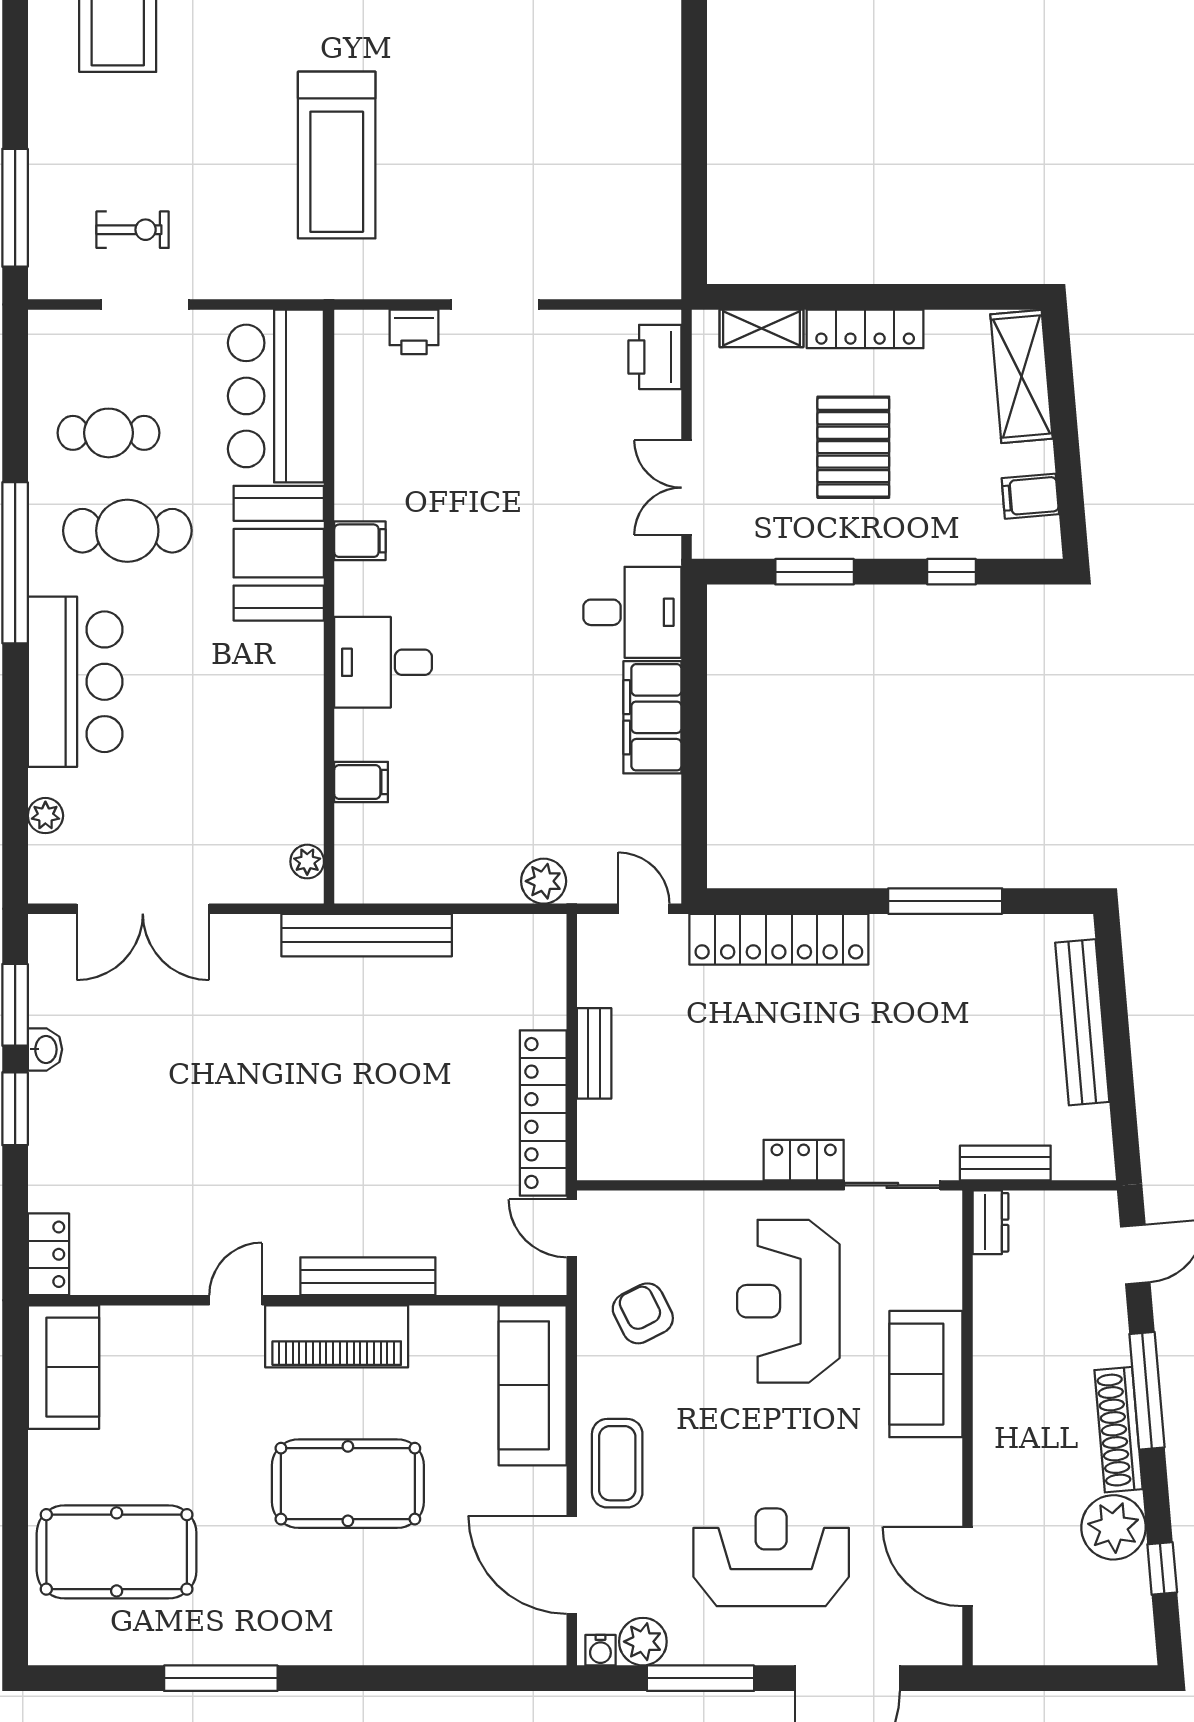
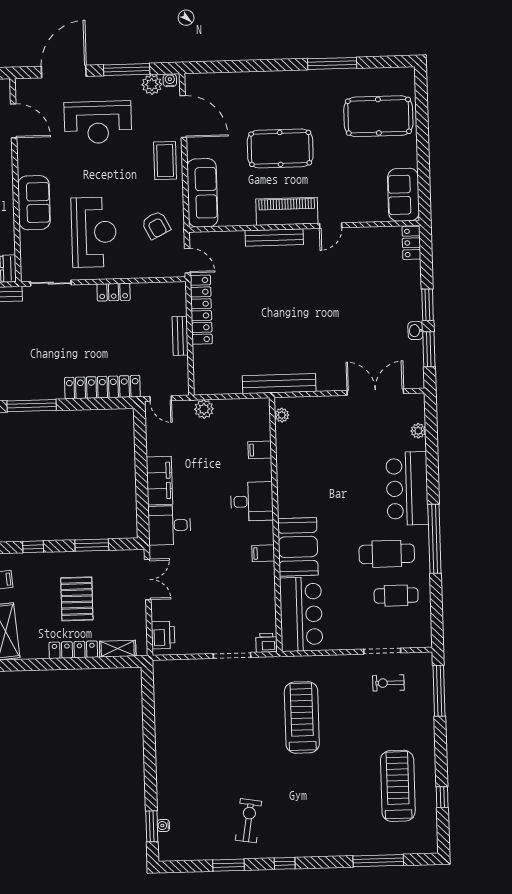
bar counter: (276, 396) -> (301, 614), moved
filing cabinet: (360, 541) -> (263, 553), moved
booth: (279, 553) -> (298, 547), moved
wall: (329, 607) -> (276, 525), moved
desk: (383, 662) -> (252, 501), moved
filing cabinet: (361, 782) -> (260, 450), moved
plant: (307, 862) -> (282, 415), moved
locker: (804, 1160) -> (114, 292), moved

